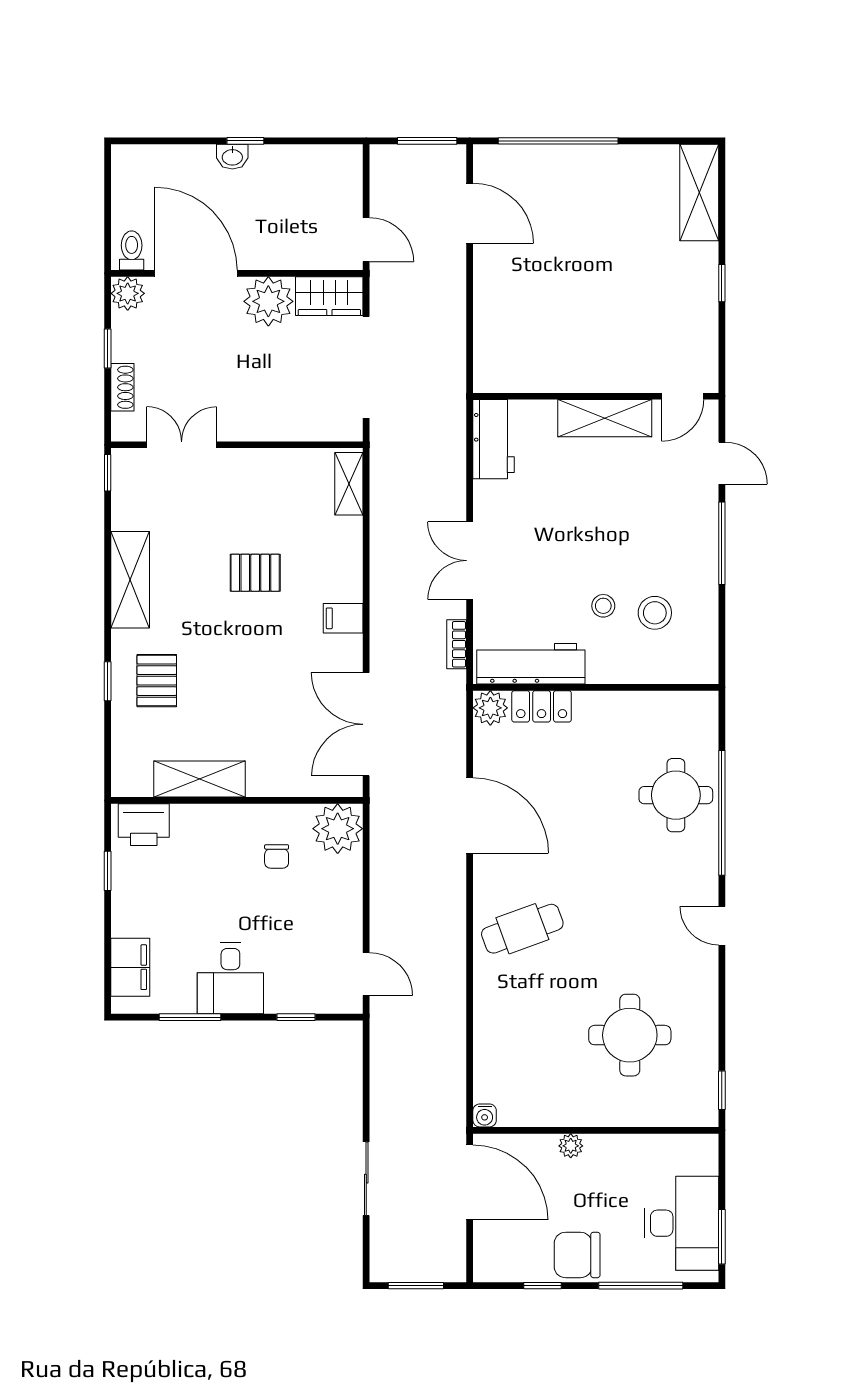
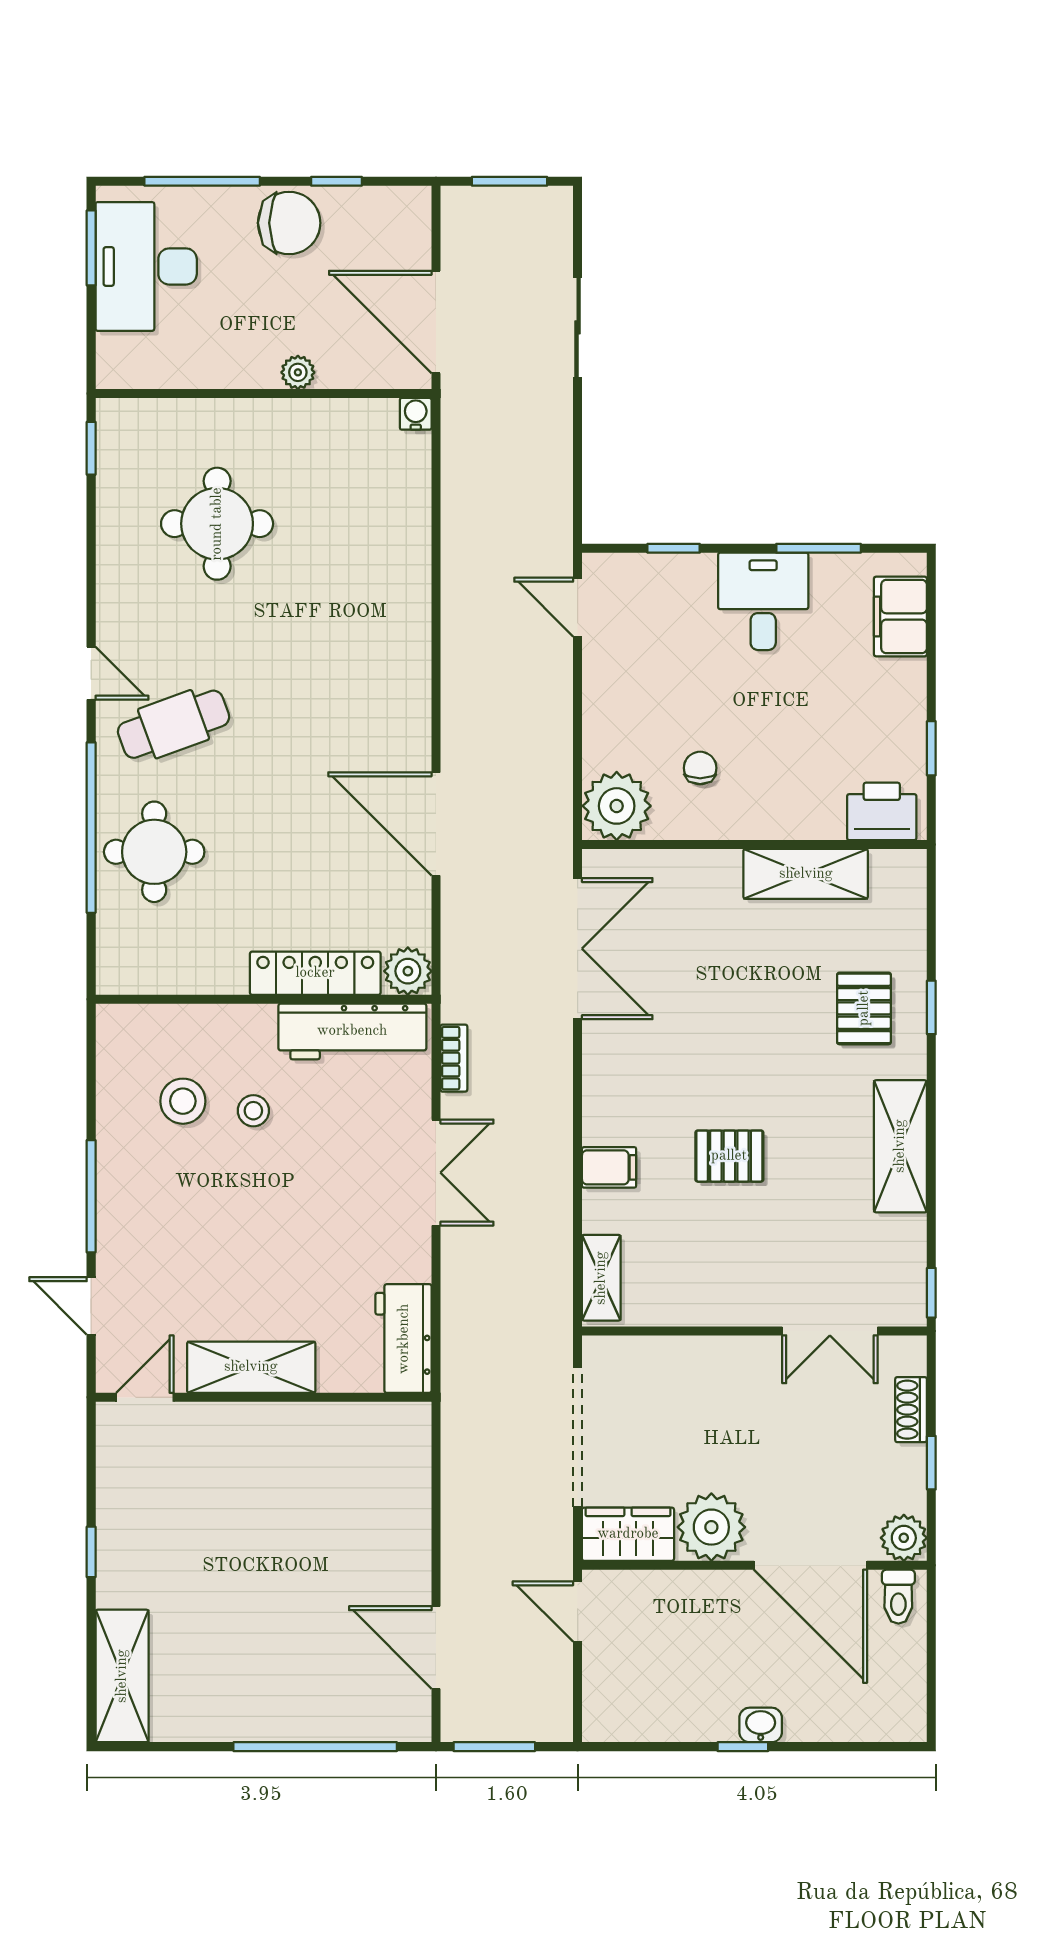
filing cabinet: (343, 618) -> (609, 1167), moved
locker: (542, 706) -> (315, 973), width x1.53
cafe table: (522, 929) -> (174, 724), moved

